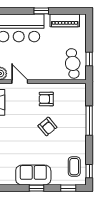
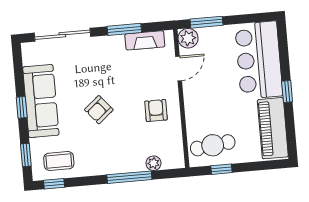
piano: (65, 20) -> (273, 128), width x1.37, depth x1.33
plant: (81, 104) -> (153, 163), added
armchair: (47, 126) -> (99, 110), moved
sofa: (33, 175) -> (41, 101), width x1.36

